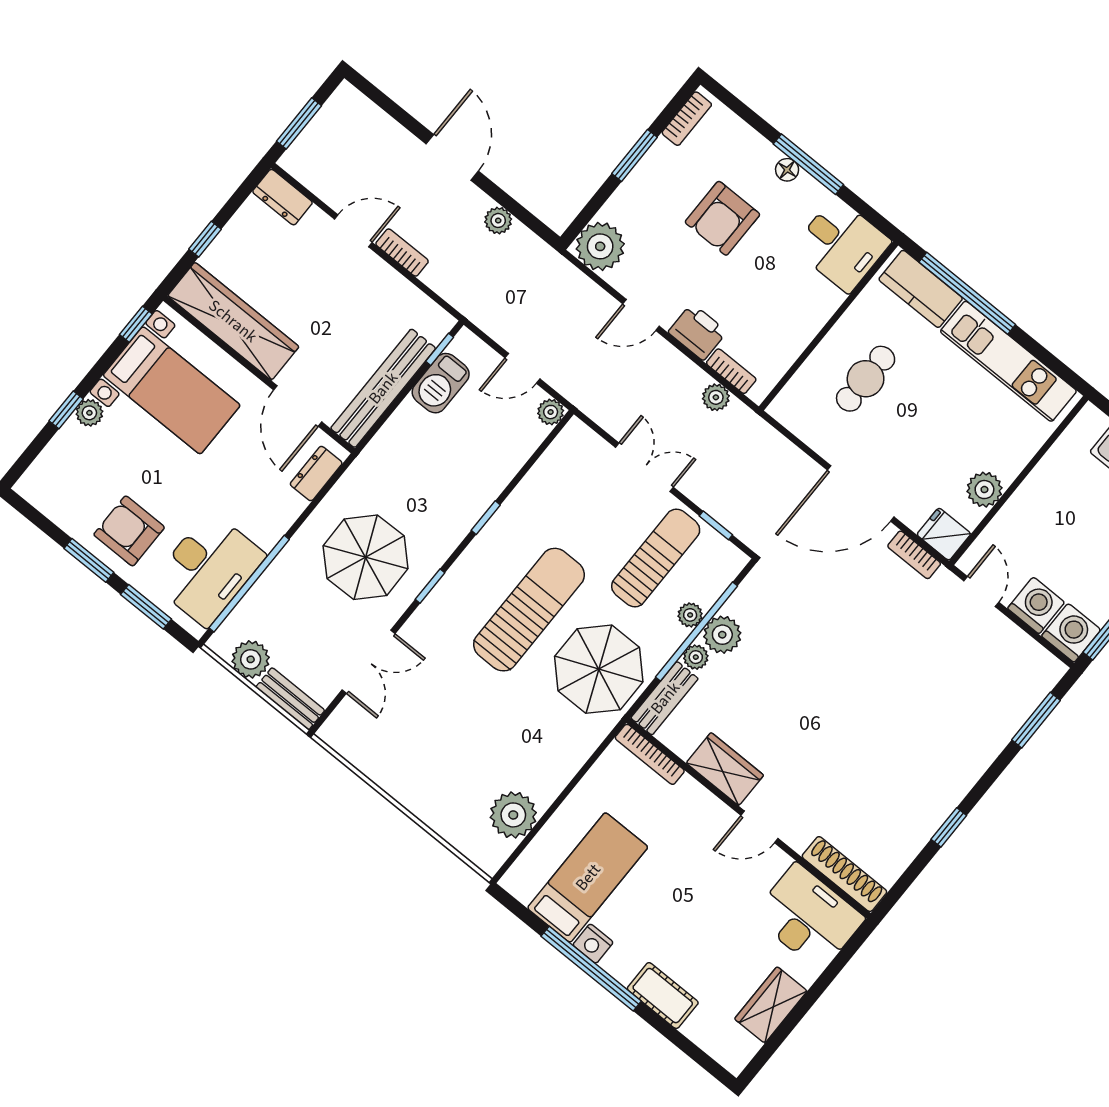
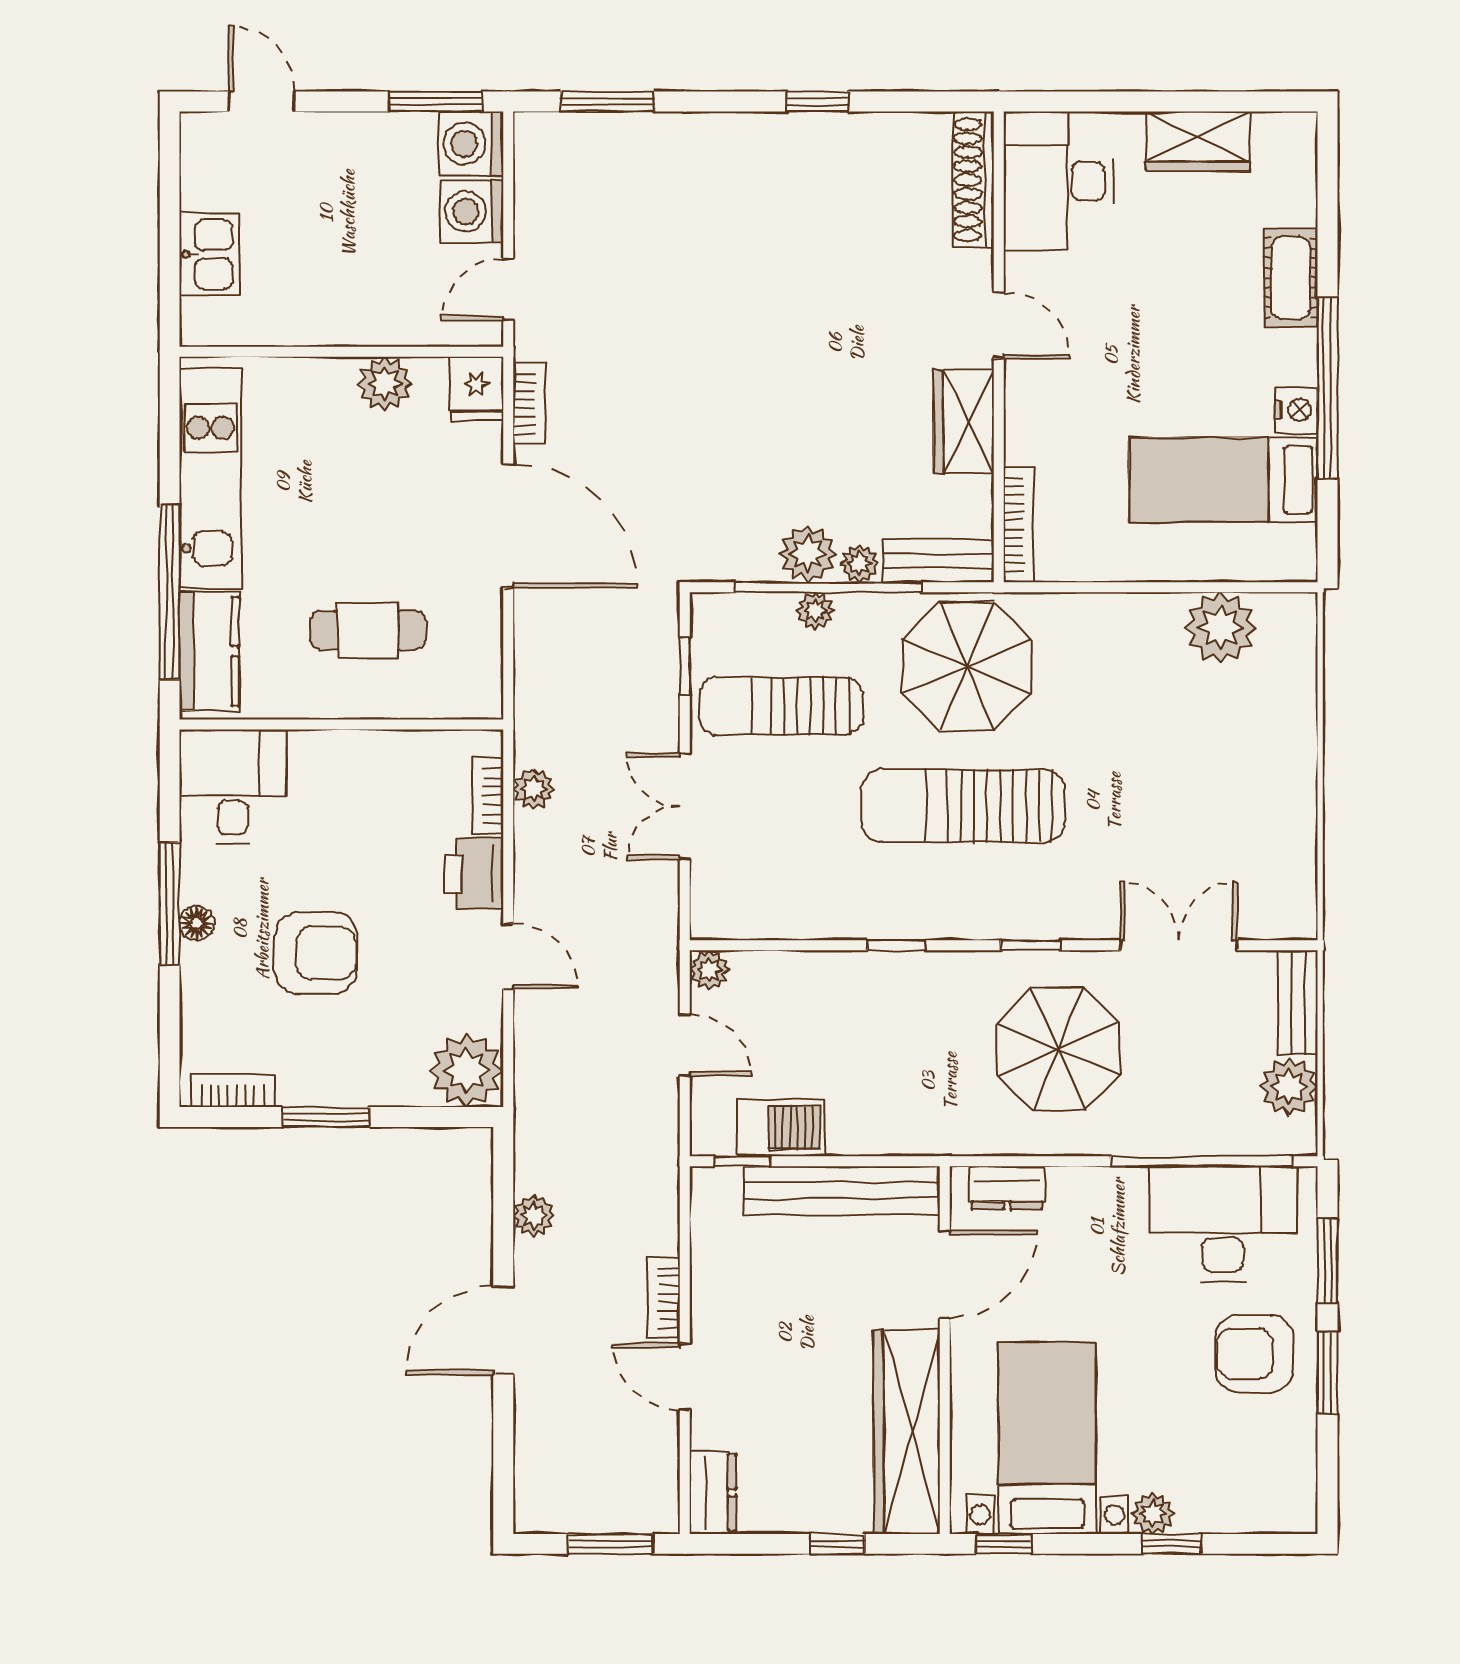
armchair: (129, 531) -> (1254, 1353), turned 90

